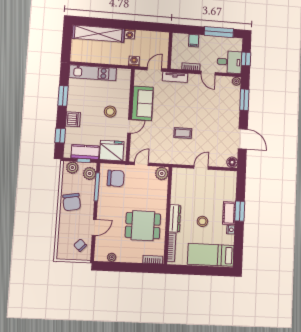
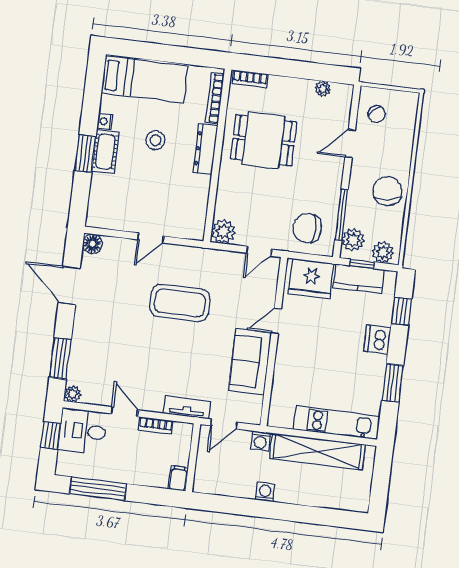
shelving: (98, 34) -> (317, 451), moved
filing cabinet: (194, 41) -> (178, 478), moved
stool: (110, 112) -> (310, 350), removed
coffee table: (183, 133) -> (180, 303), width x1.86, depth x1.72

